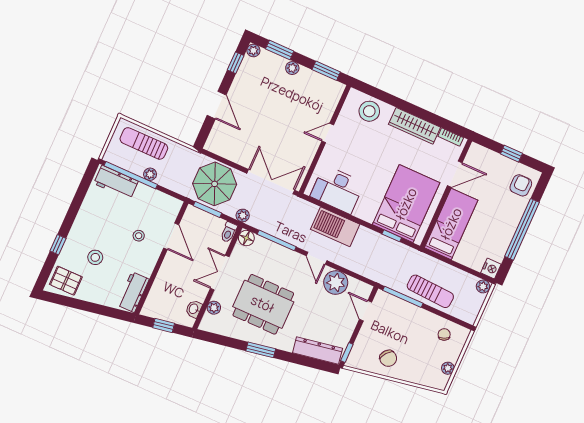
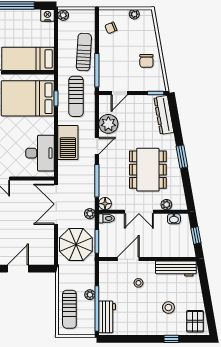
sun lounger: (384, 260) -> (76, 96), added
workbench: (133, 292) -> (176, 269), width x1.38
chair: (388, 358) -> (146, 61), turned 142

